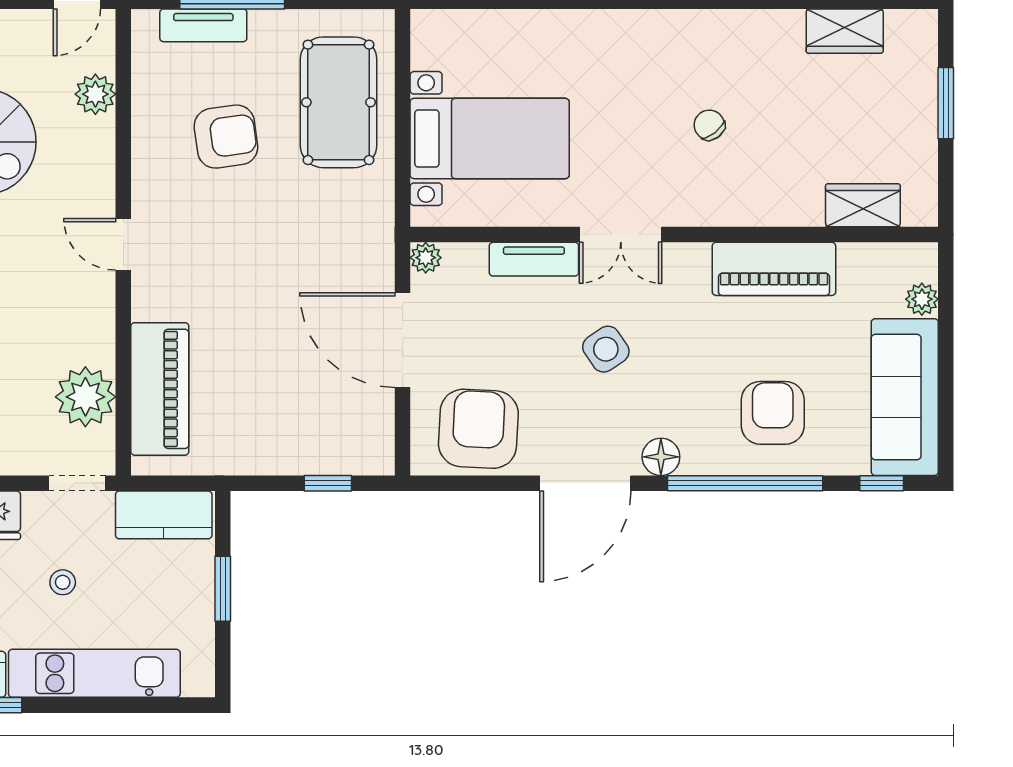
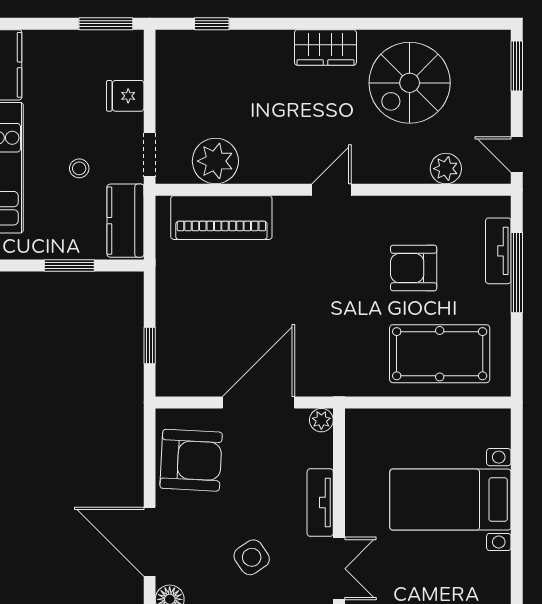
armchair: (226, 137) -> (414, 268), turned 98
bed with nightstands: (490, 139) -> (450, 500), moved, turned 90
double door: (621, 235) -> (339, 569), swing flipped
stool: (63, 582) -> (79, 168), moved

